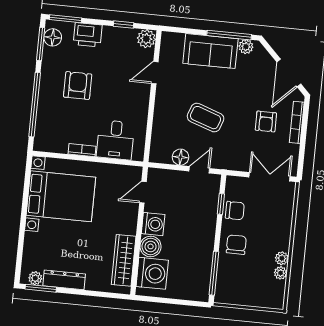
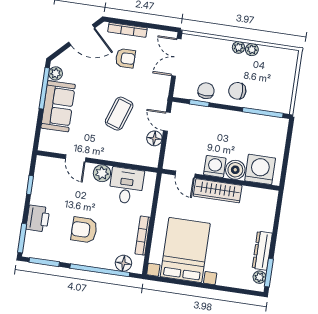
floor lamp: (53, 37) -> (123, 263), moved
plant: (146, 39) -> (102, 173), moved
desk: (115, 140) -> (126, 186), moved, turned -90
bookcase: (82, 150) -> (143, 236), width x1.56
wardrobe: (124, 260) -> (218, 191), moved
plant: (281, 273) -> (238, 47), moved

